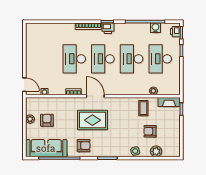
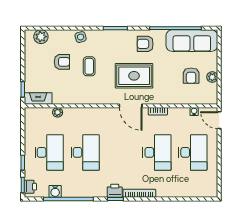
desk: (103, 59) -> (193, 152), moved
coffee table: (143, 108) -> (89, 66), moved
plant: (156, 151) -> (41, 37), moved

